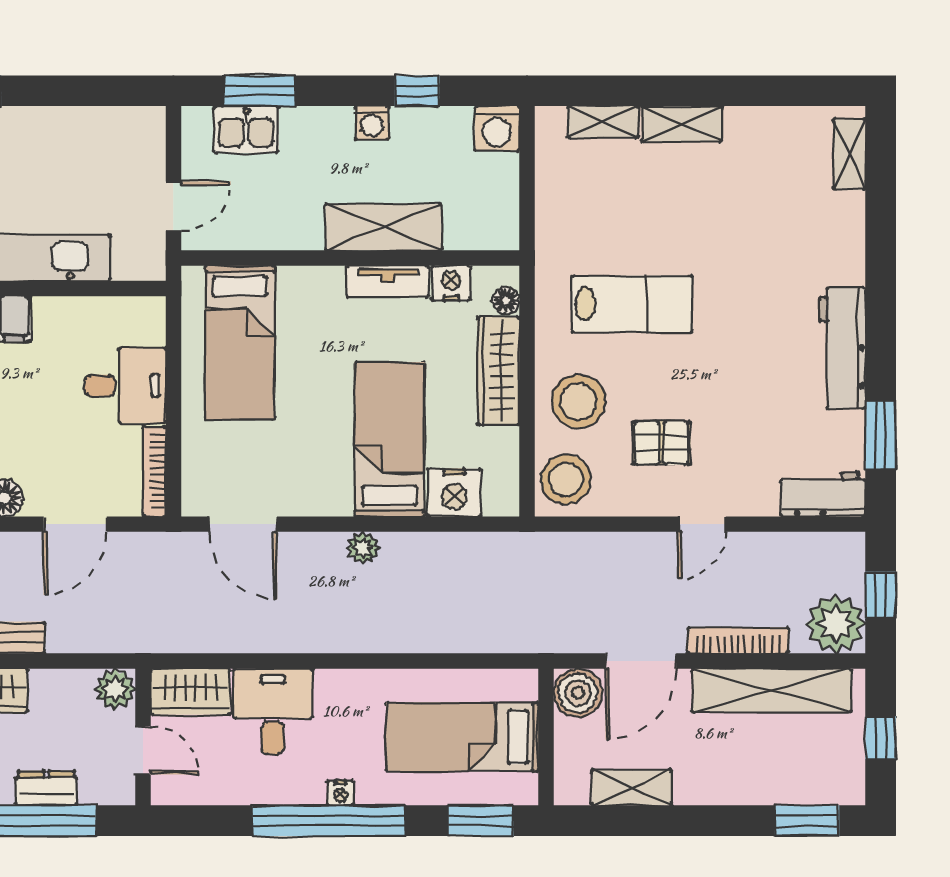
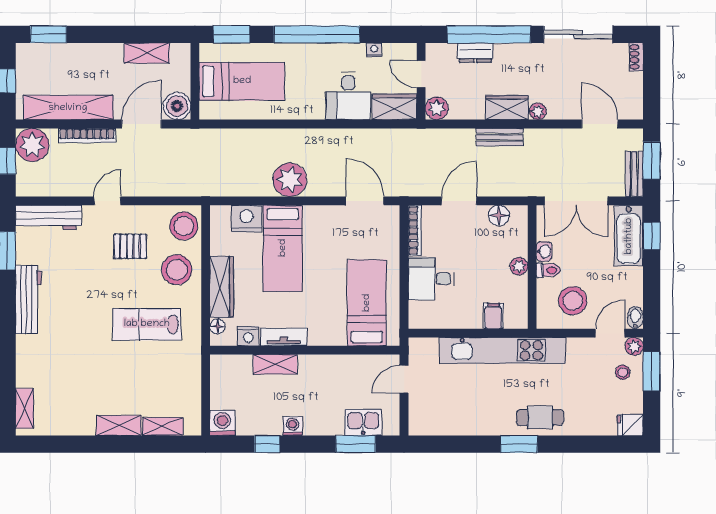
shelving: (384, 227) -> (275, 364), width x0.67, depth x0.75
workbench: (823, 495) -> (49, 217), width x1.37
plant: (363, 548) -> (290, 180), width x1.88, depth x1.88
nightstand: (341, 793) -> (374, 50), moved

